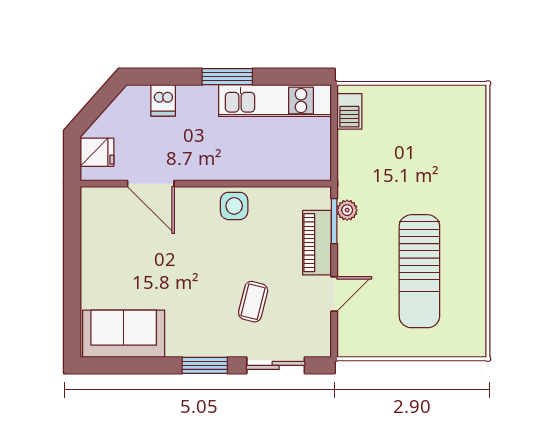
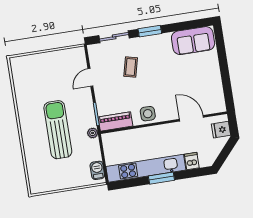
kitchen unit: (275, 101) -> (146, 168), width x1.36
plant: (347, 210) -> (93, 133), moved
piano: (317, 243) -> (115, 121), moved, turned -90
sun lounger: (419, 271) -> (58, 130), moved

